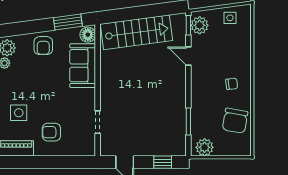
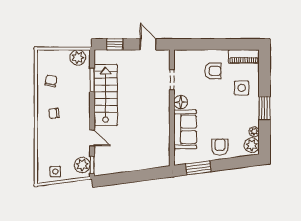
stairs: (136, 32) -> (106, 95), moved, turned 98
floor lamp: (88, 35) -> (181, 102), moved
chair: (235, 121) -> (51, 81), width x0.54, depth x0.54

